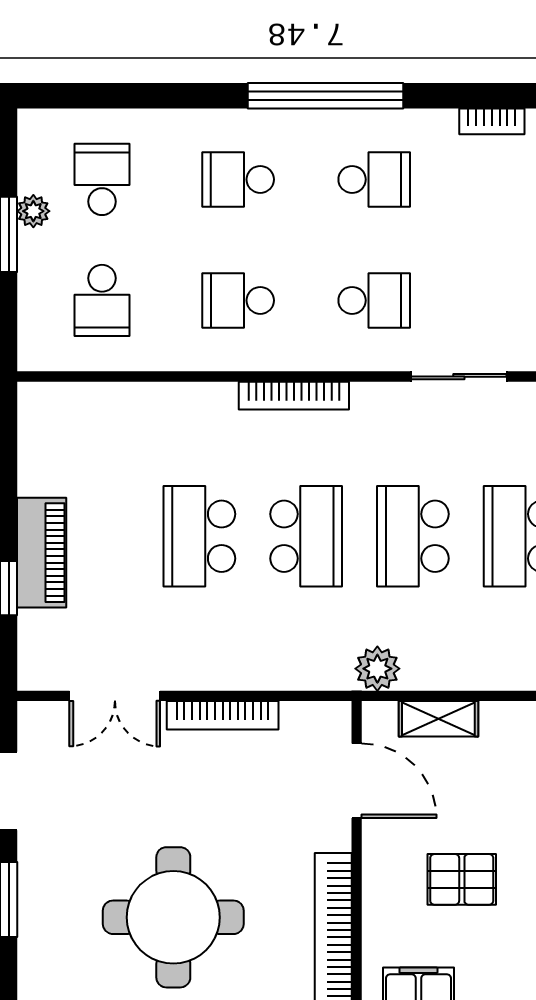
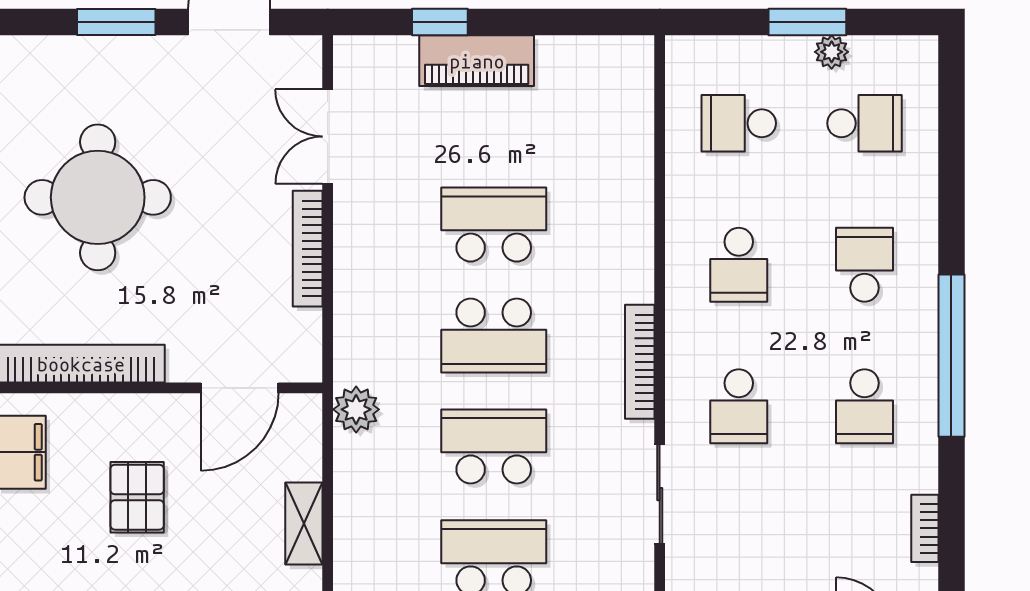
school desk: (238, 300) -> (739, 265), turned 180
bookcase: (294, 396) -> (640, 362), moved
shelving: (438, 719) -> (304, 524), moved

